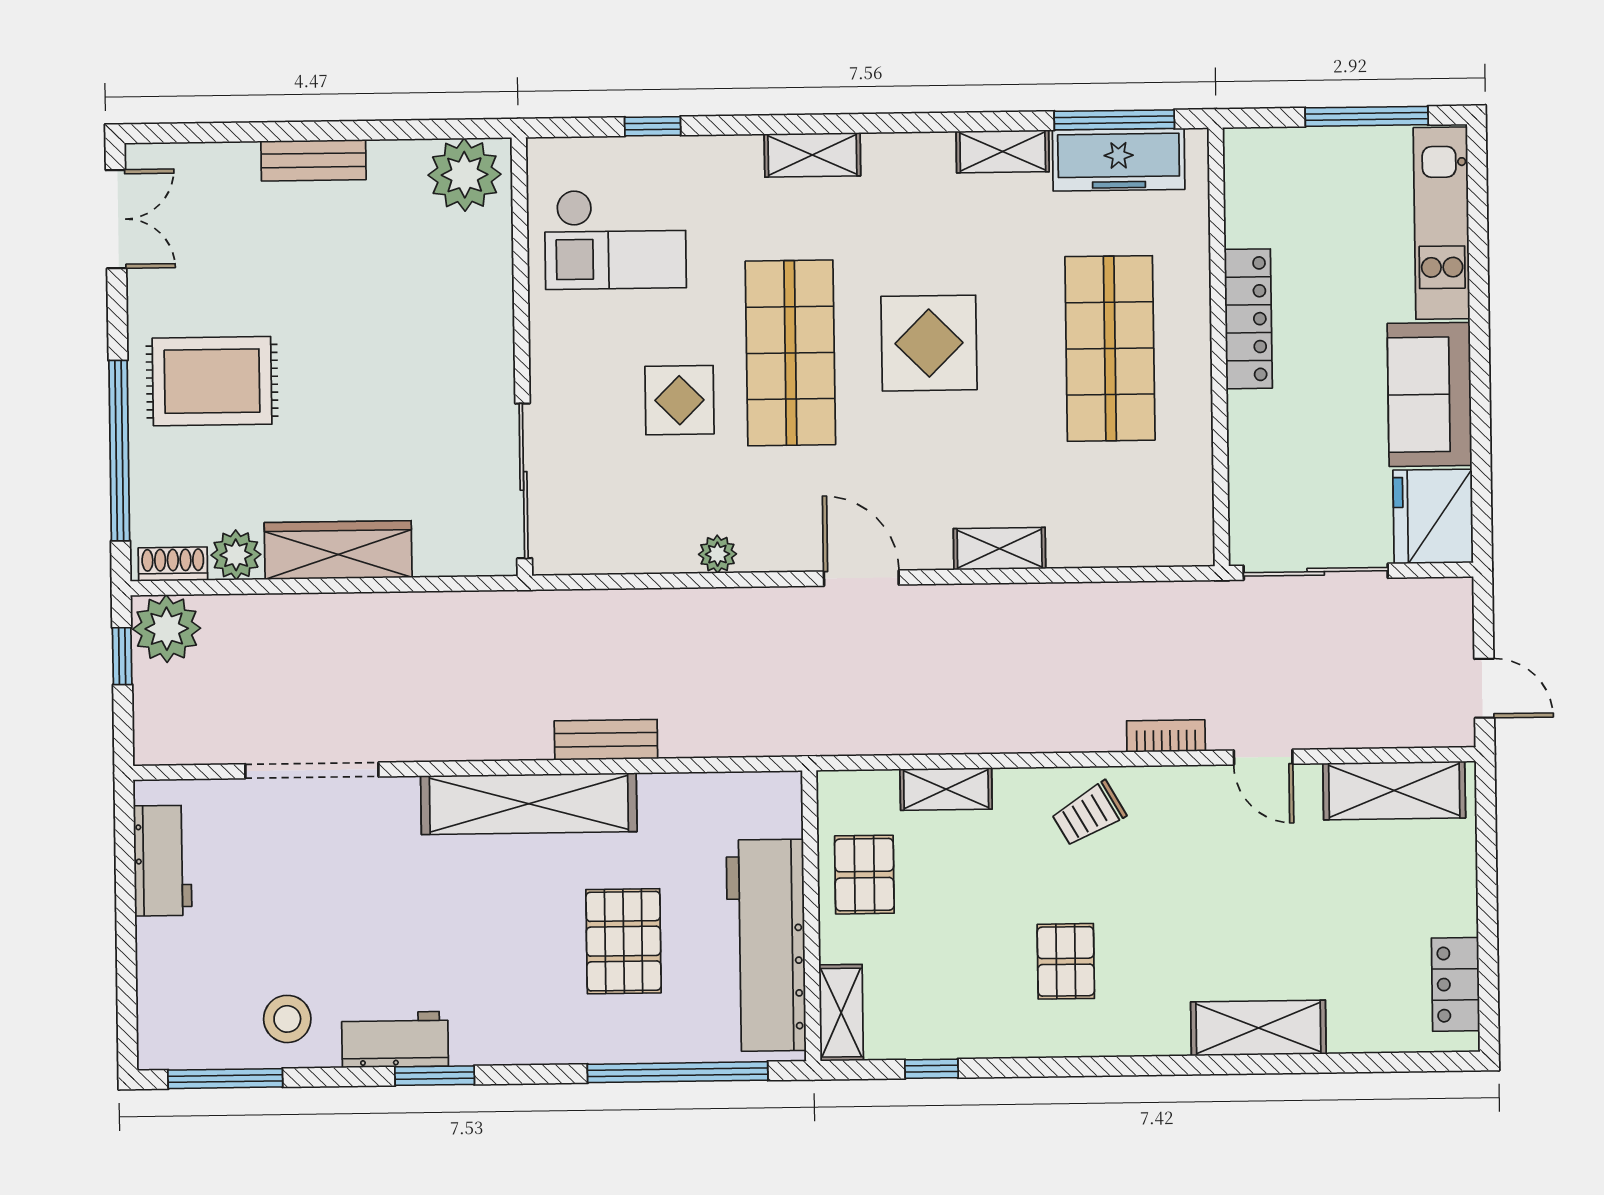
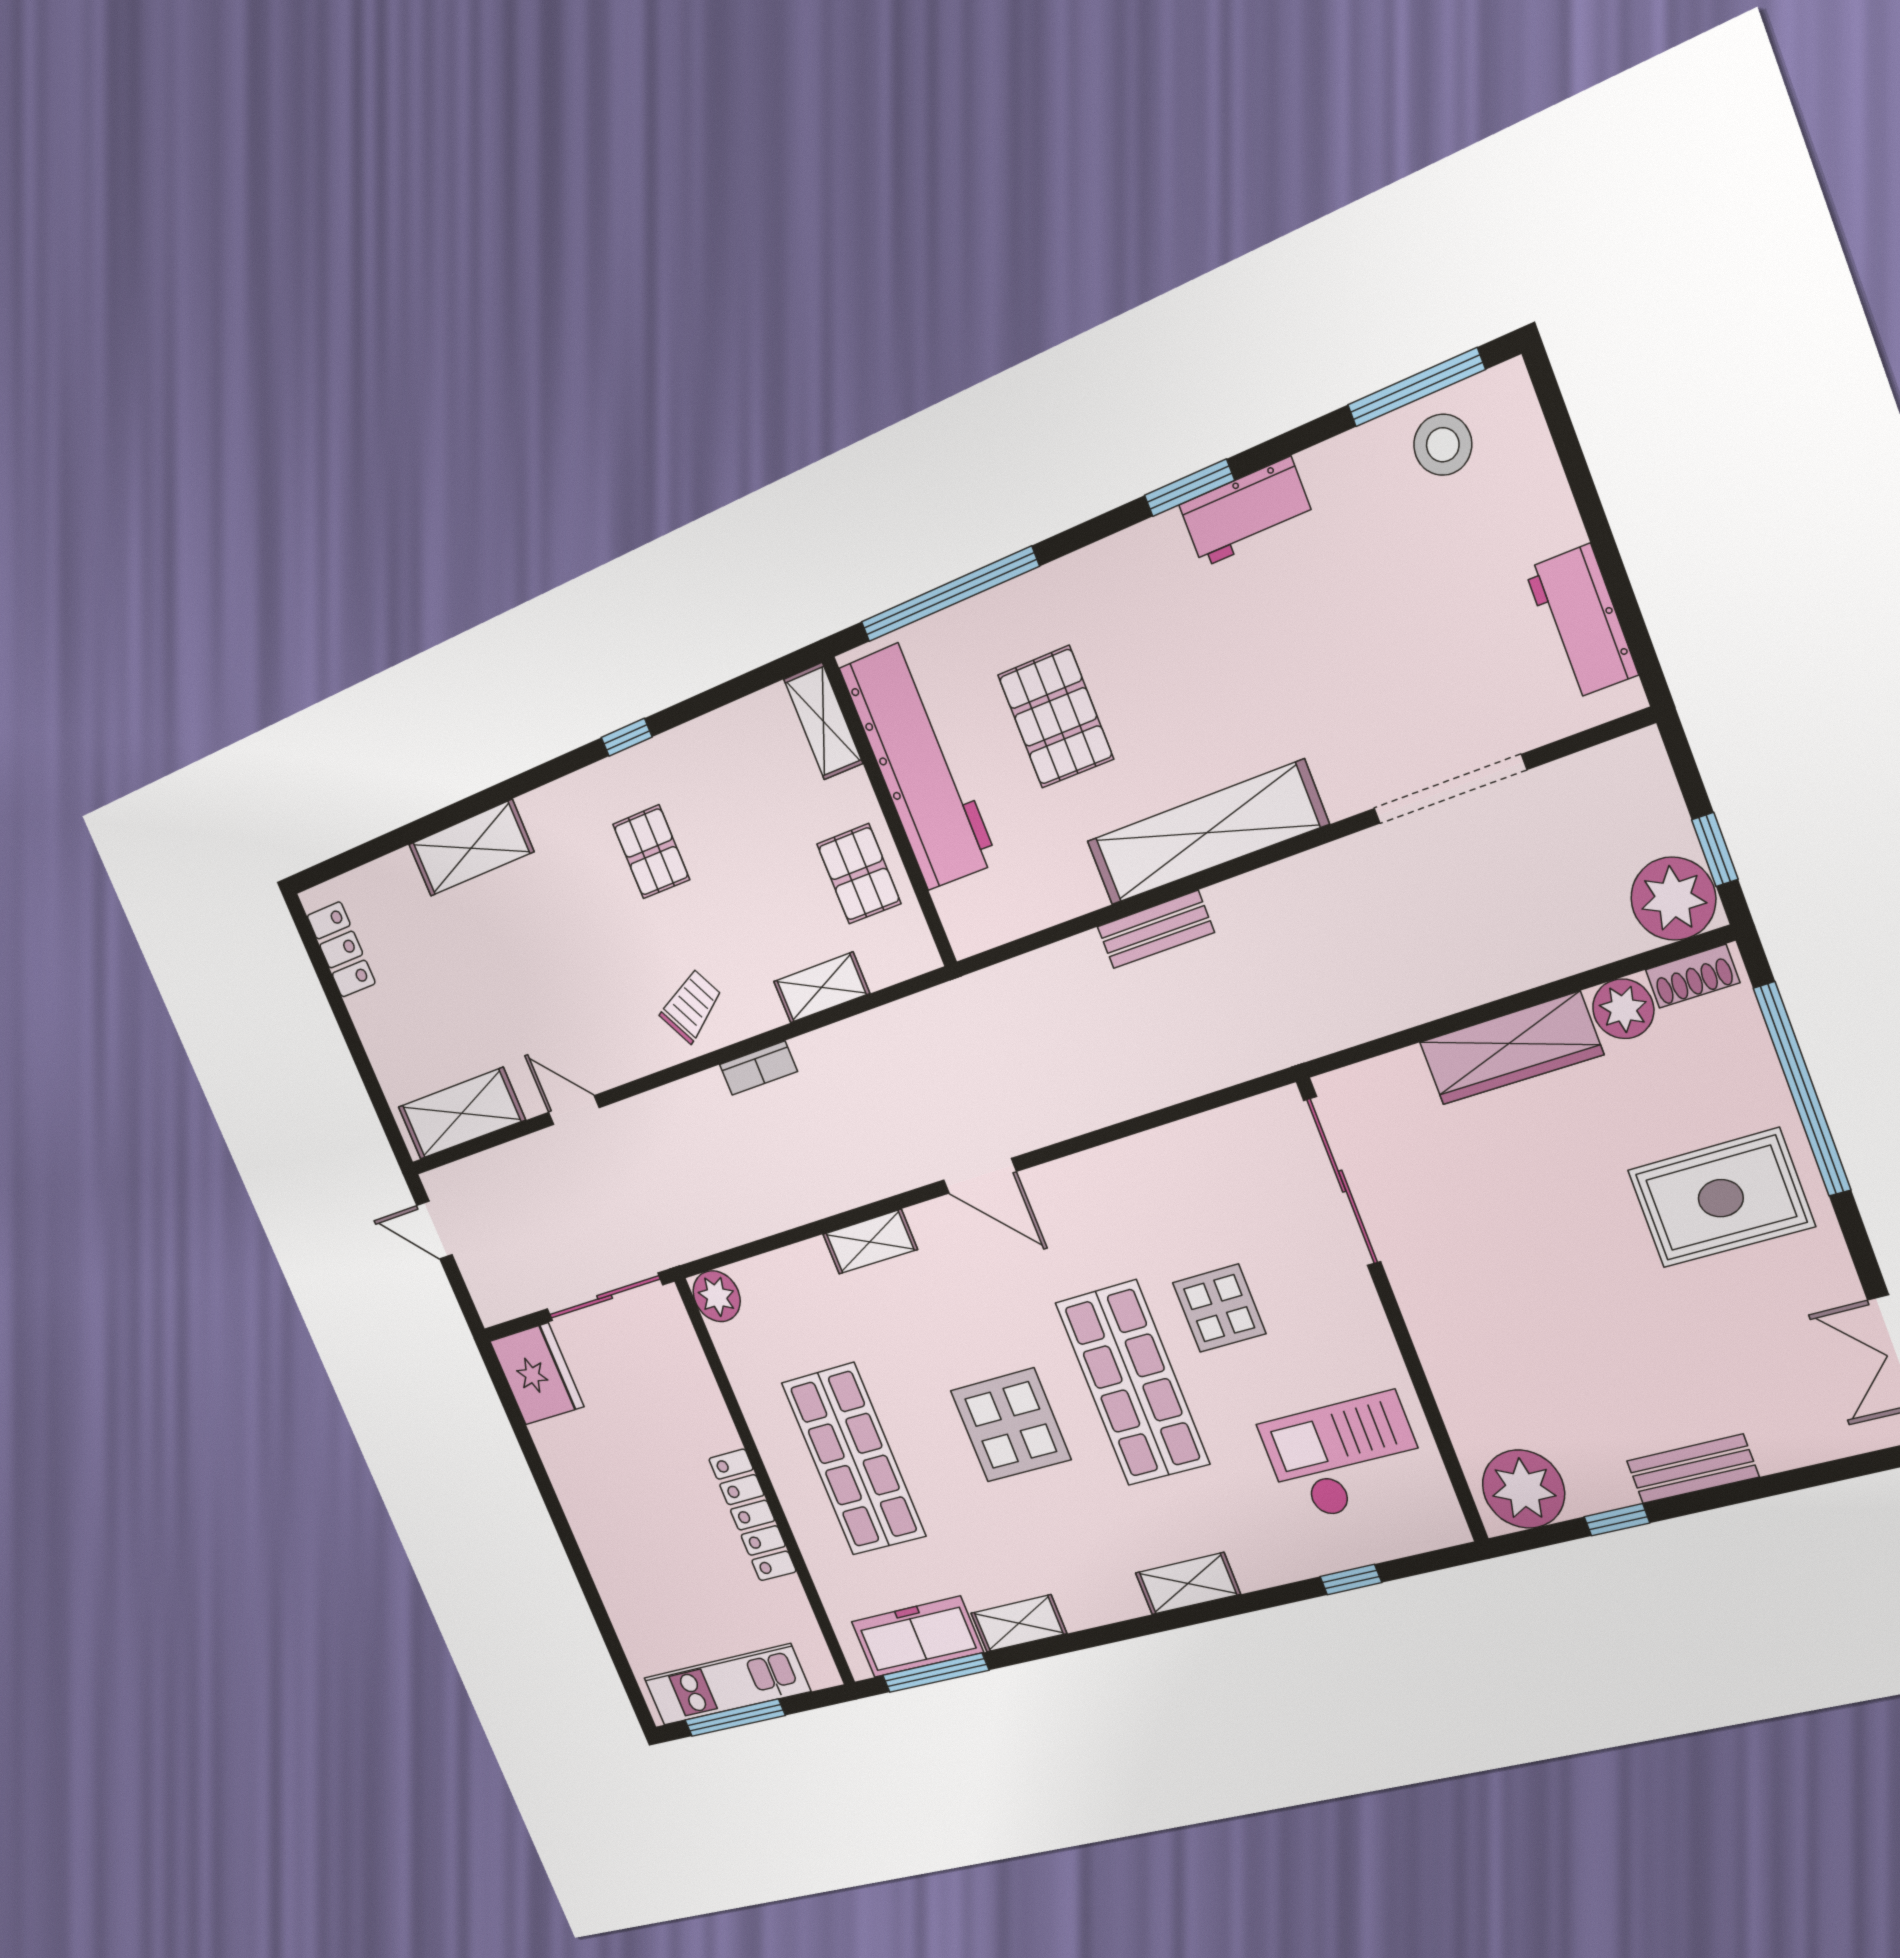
window: (393, 130) -> (1617, 1520), added
kitchen unit: (1442, 223) -> (726, 1685), moved, turned -90
sofa: (1430, 394) -> (585, 1483), removed
plant: (717, 554) -> (717, 1296), moved, width x1.38, depth x1.38
bookcase: (1166, 736) -> (758, 1068), moved
stool: (287, 1019) -> (1443, 445), moved
window: (931, 1069) -> (627, 737), moved

